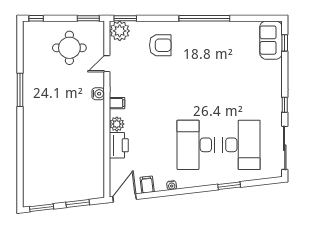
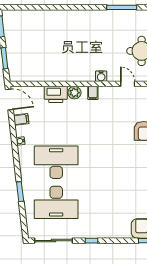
window: (20, 90) -> (122, 7), moved

